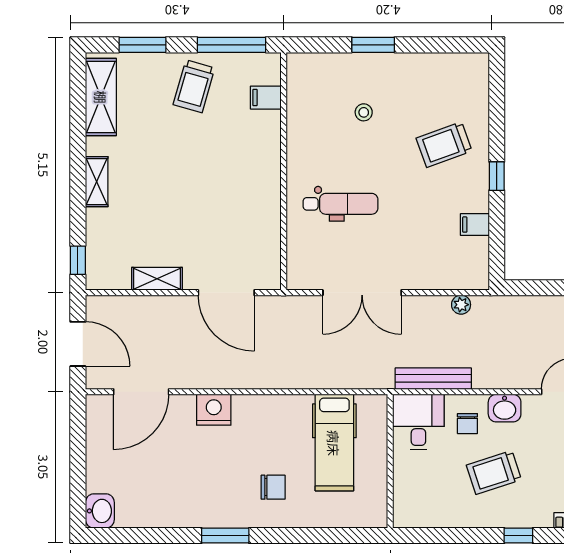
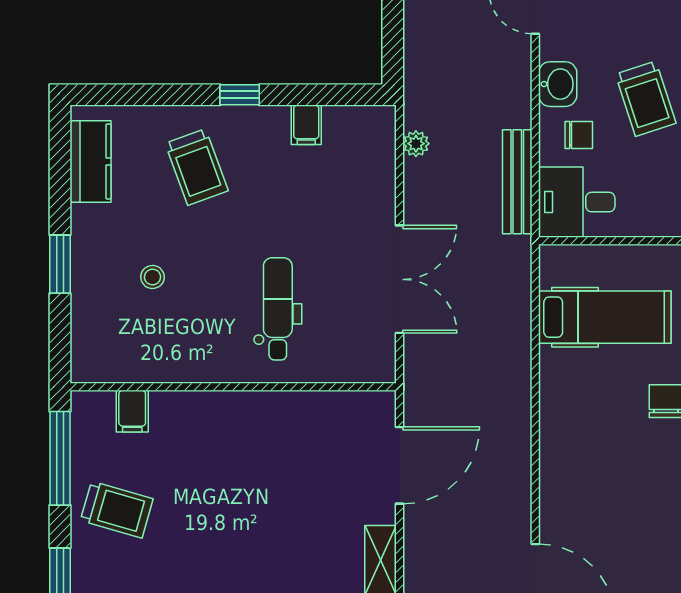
kitchen counter: (448, 67) -> (91, 162), added
nightstand: (214, 410) -> (560, 482), removed

